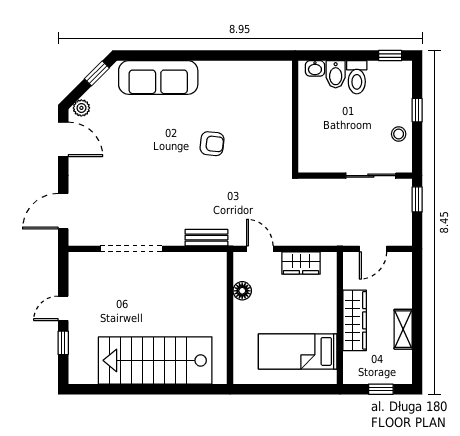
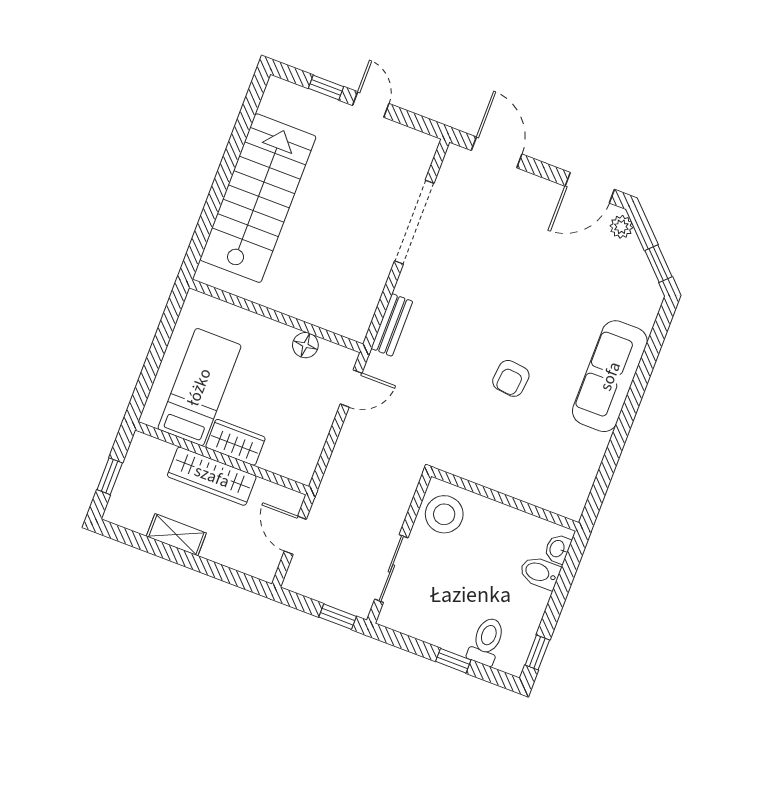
sofa: (158, 77) -> (610, 376), moved
toilet: (357, 77) -> (486, 641), moved, turned 90
stool: (399, 134) -> (444, 514), moved, width x1.89, depth x1.89
wardrobe: (301, 263) -> (235, 442), moved, turned 90

